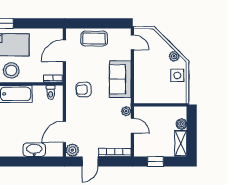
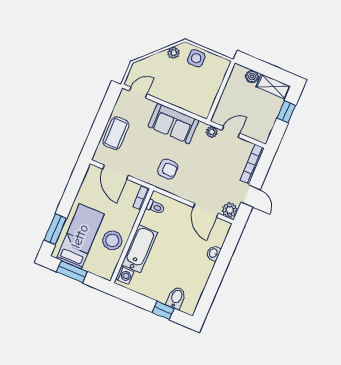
armchair: (84, 90) -> (168, 169), turned -88
washbasin: (34, 150) -> (214, 253), width x0.52, depth x0.69
window: (155, 161) -> (286, 112), moved

